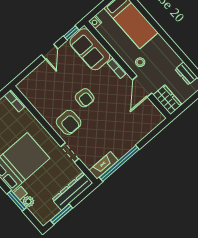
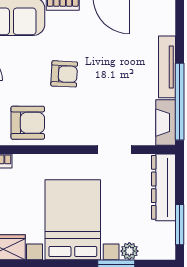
armchair: (69, 122) -> (28, 123), moved
tv unit: (130, 143) -> (167, 67), added

